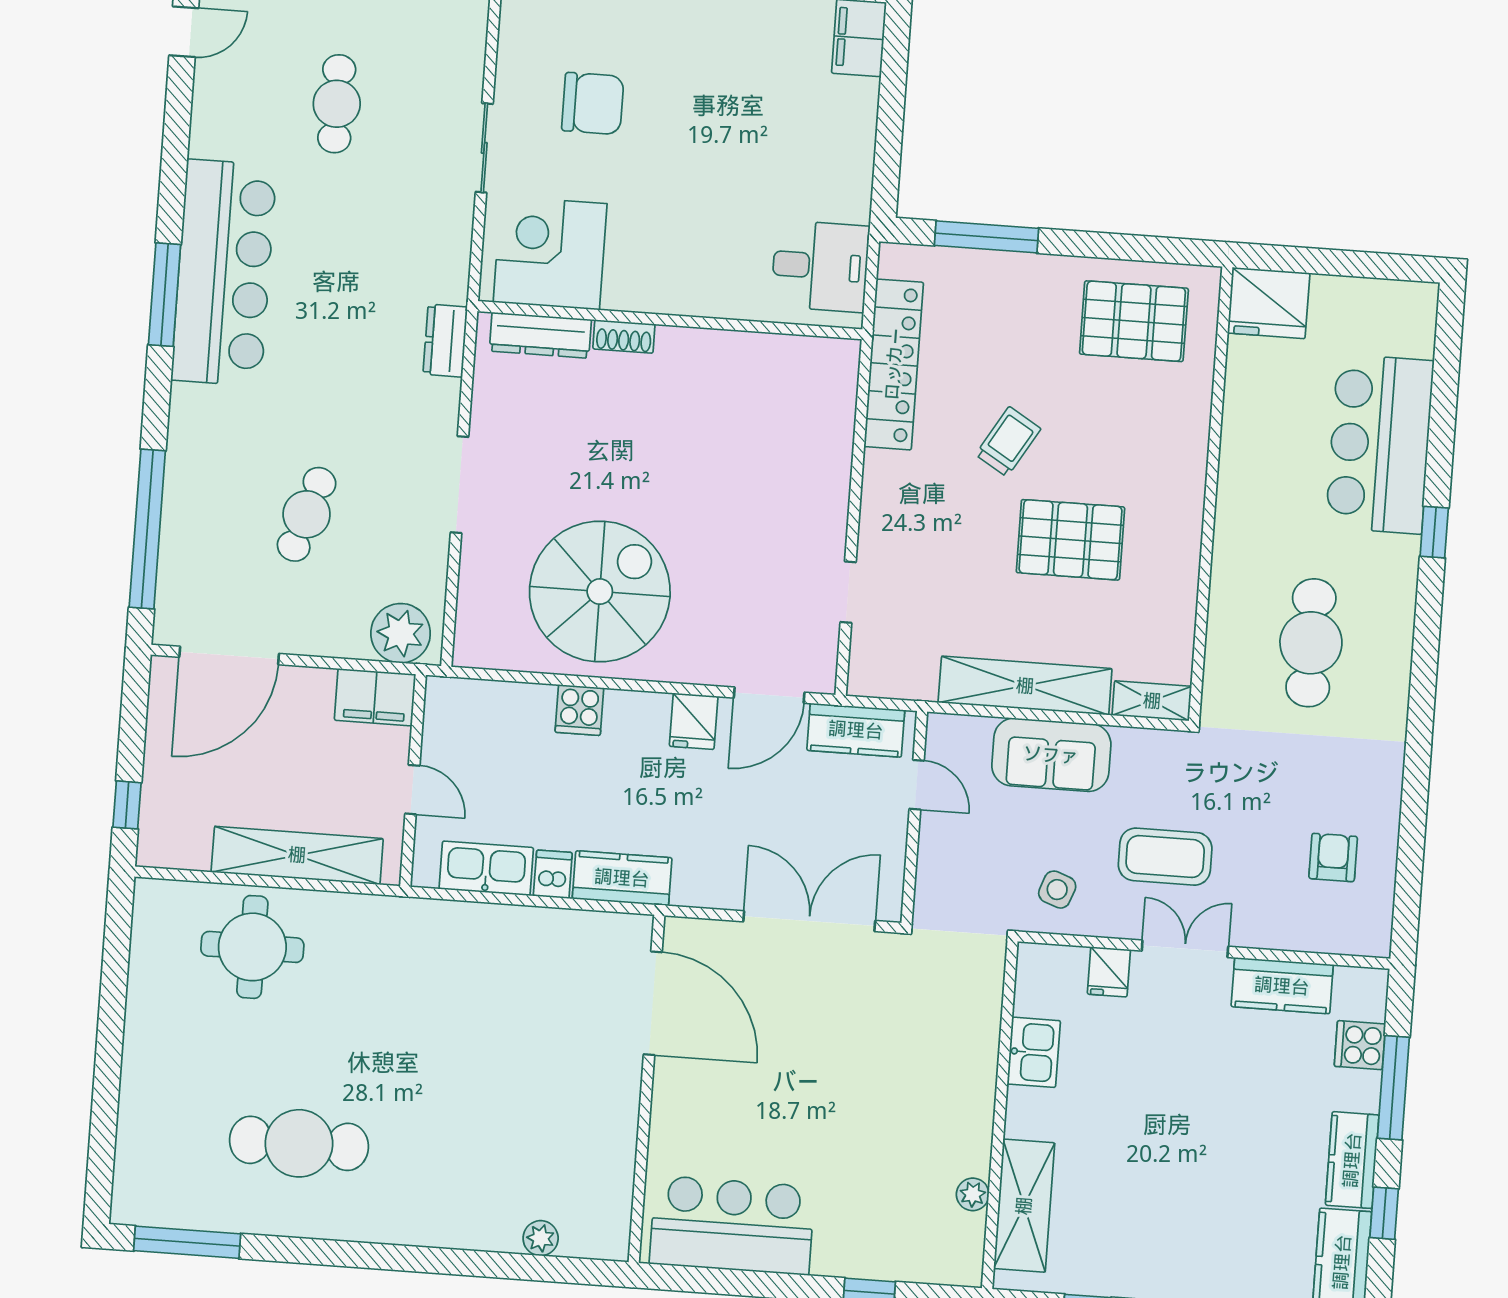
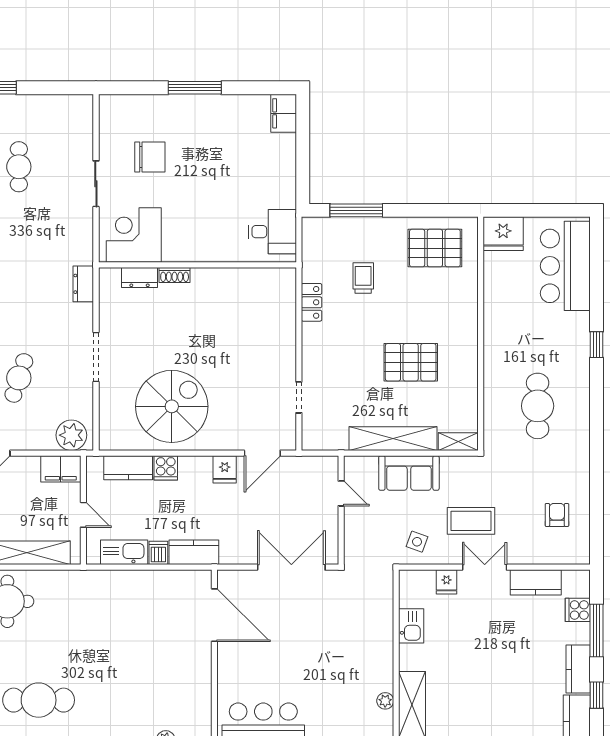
dresser: (540, 335) -> (140, 277), width x0.70
locker: (894, 364) -> (312, 302), width x0.46, depth x0.83
trolley: (1008, 442) -> (363, 278), moved, turned -31
bar counter: (1380, 444) -> (565, 266), moved
kitchen counter: (856, 730) -> (128, 468), moved

